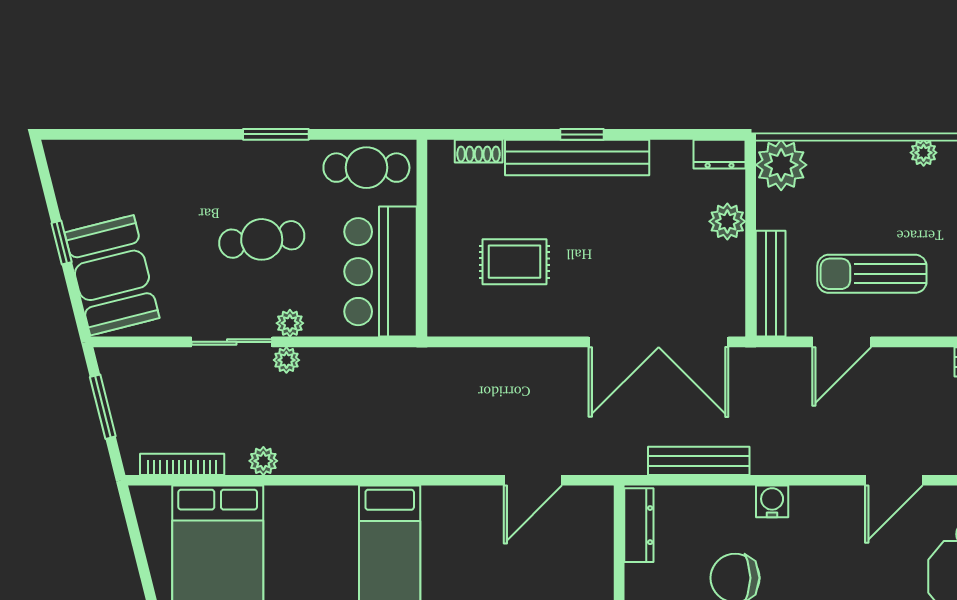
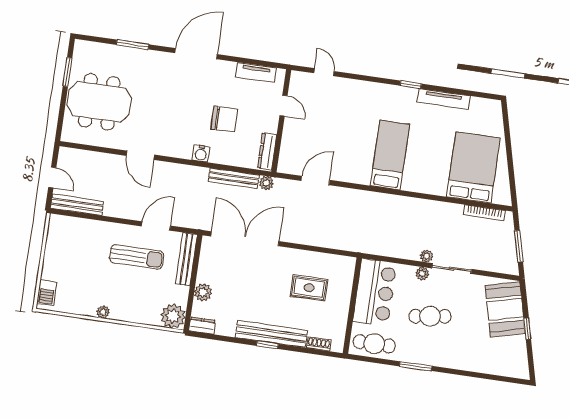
plant: (263, 461) -> (266, 183), moved
door: (894, 480) -> (140, 155), swing flipped

